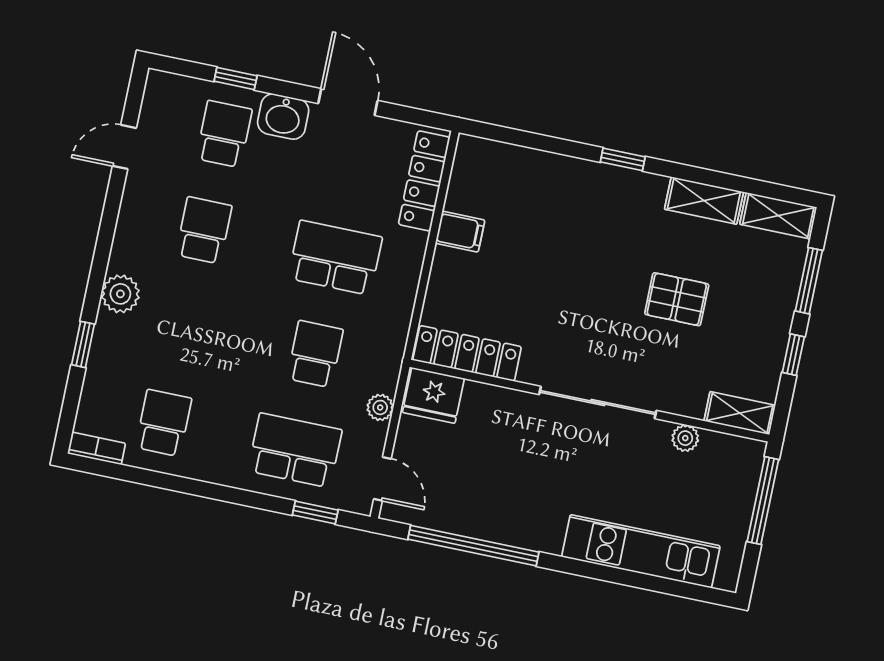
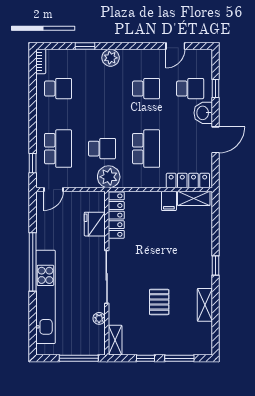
door: (124, 147) -> (175, 46), swing flipped
shelving: (778, 216) -> (194, 198), moved, turned 90
fridge: (433, 395) -> (95, 224), moved
plant: (380, 407) -> (109, 177), moved, width x1.88, depth x1.88
window: (473, 546) -> (33, 262), moved
kitchen unit: (641, 551) -> (45, 297), width x1.36

